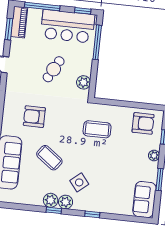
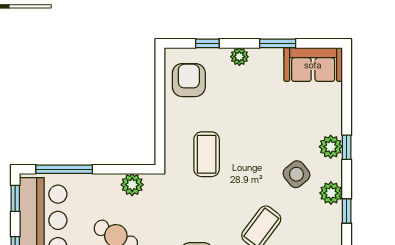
plant: (51, 200) -> (331, 147), moved

